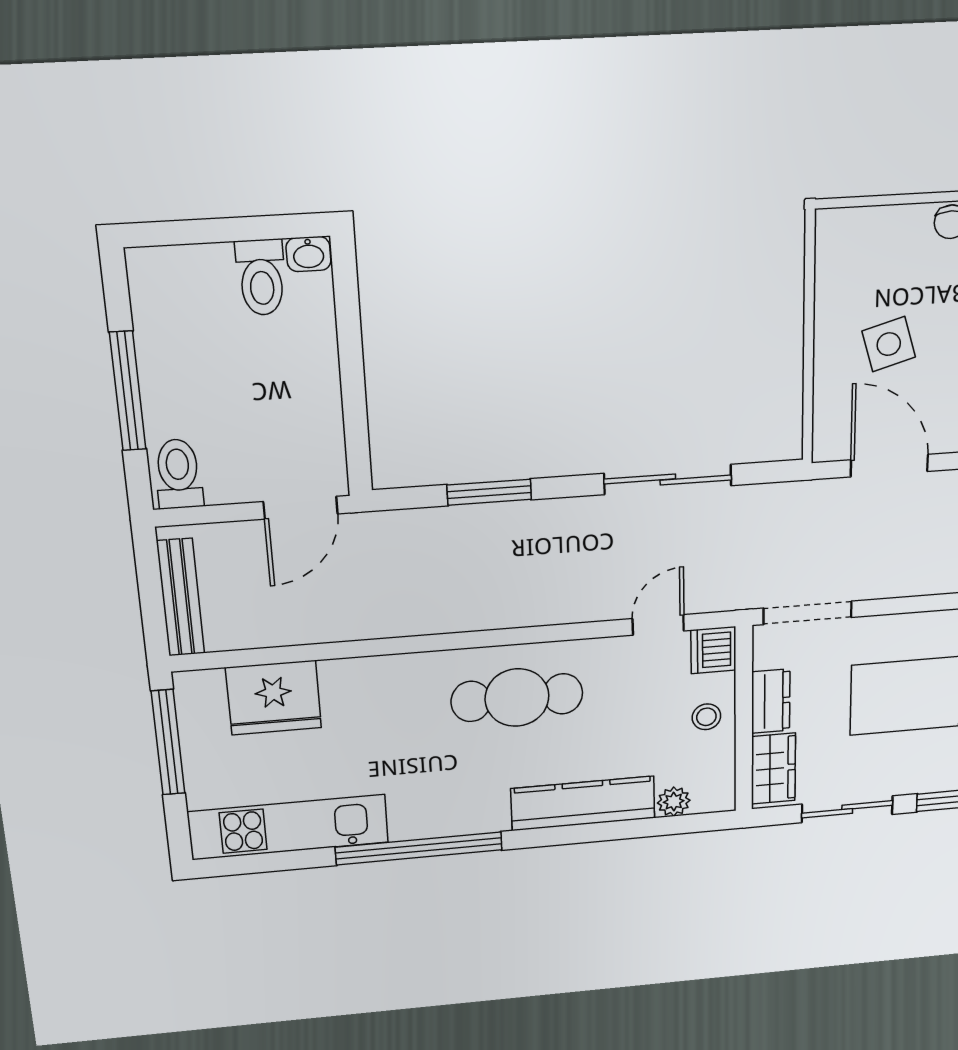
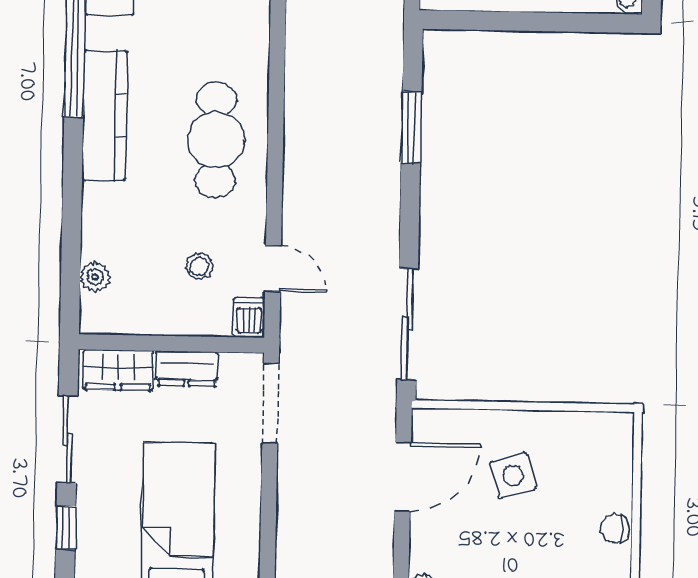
sliding door: (668, 479) -> (408, 324), moved
dishwasher: (713, 650) -> (249, 317), width x0.73
stool: (706, 717) -> (199, 266), moved
kitchen counter: (583, 803) -> (105, 115), moved

